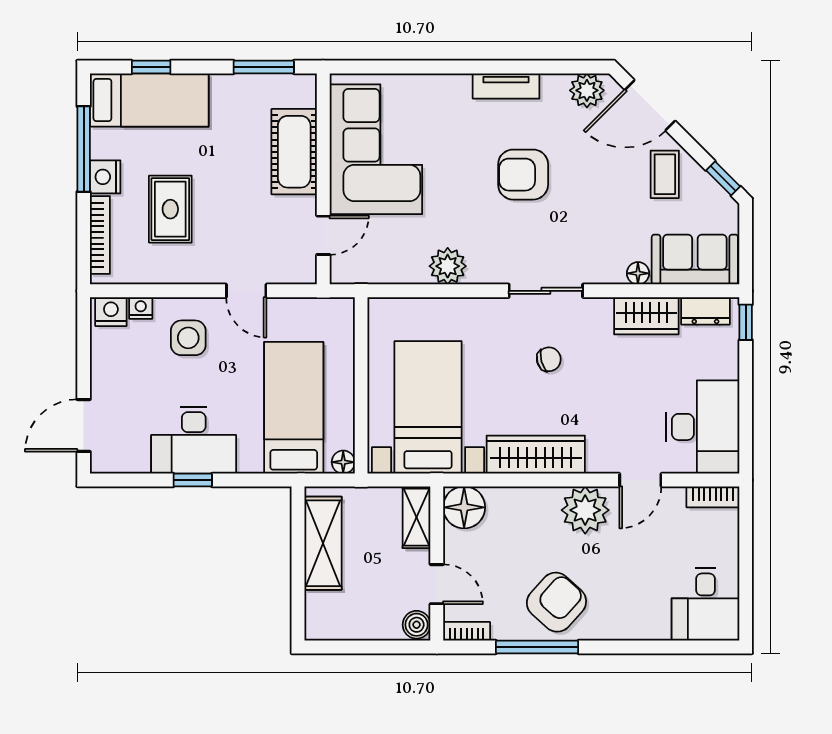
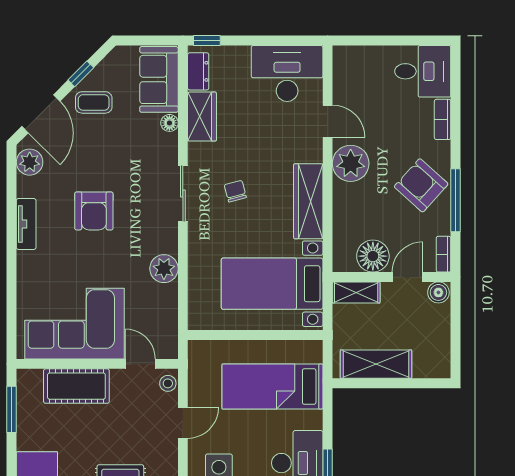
window: (723, 178) -> (81, 74), moved
stool: (298, 271) -> (168, 383), added
floor lamp: (343, 462) -> (314, 349), removed
bookcase: (713, 497) -> (443, 119), moved, turned 180
floor lamp: (464, 507) -> (373, 256), moved

